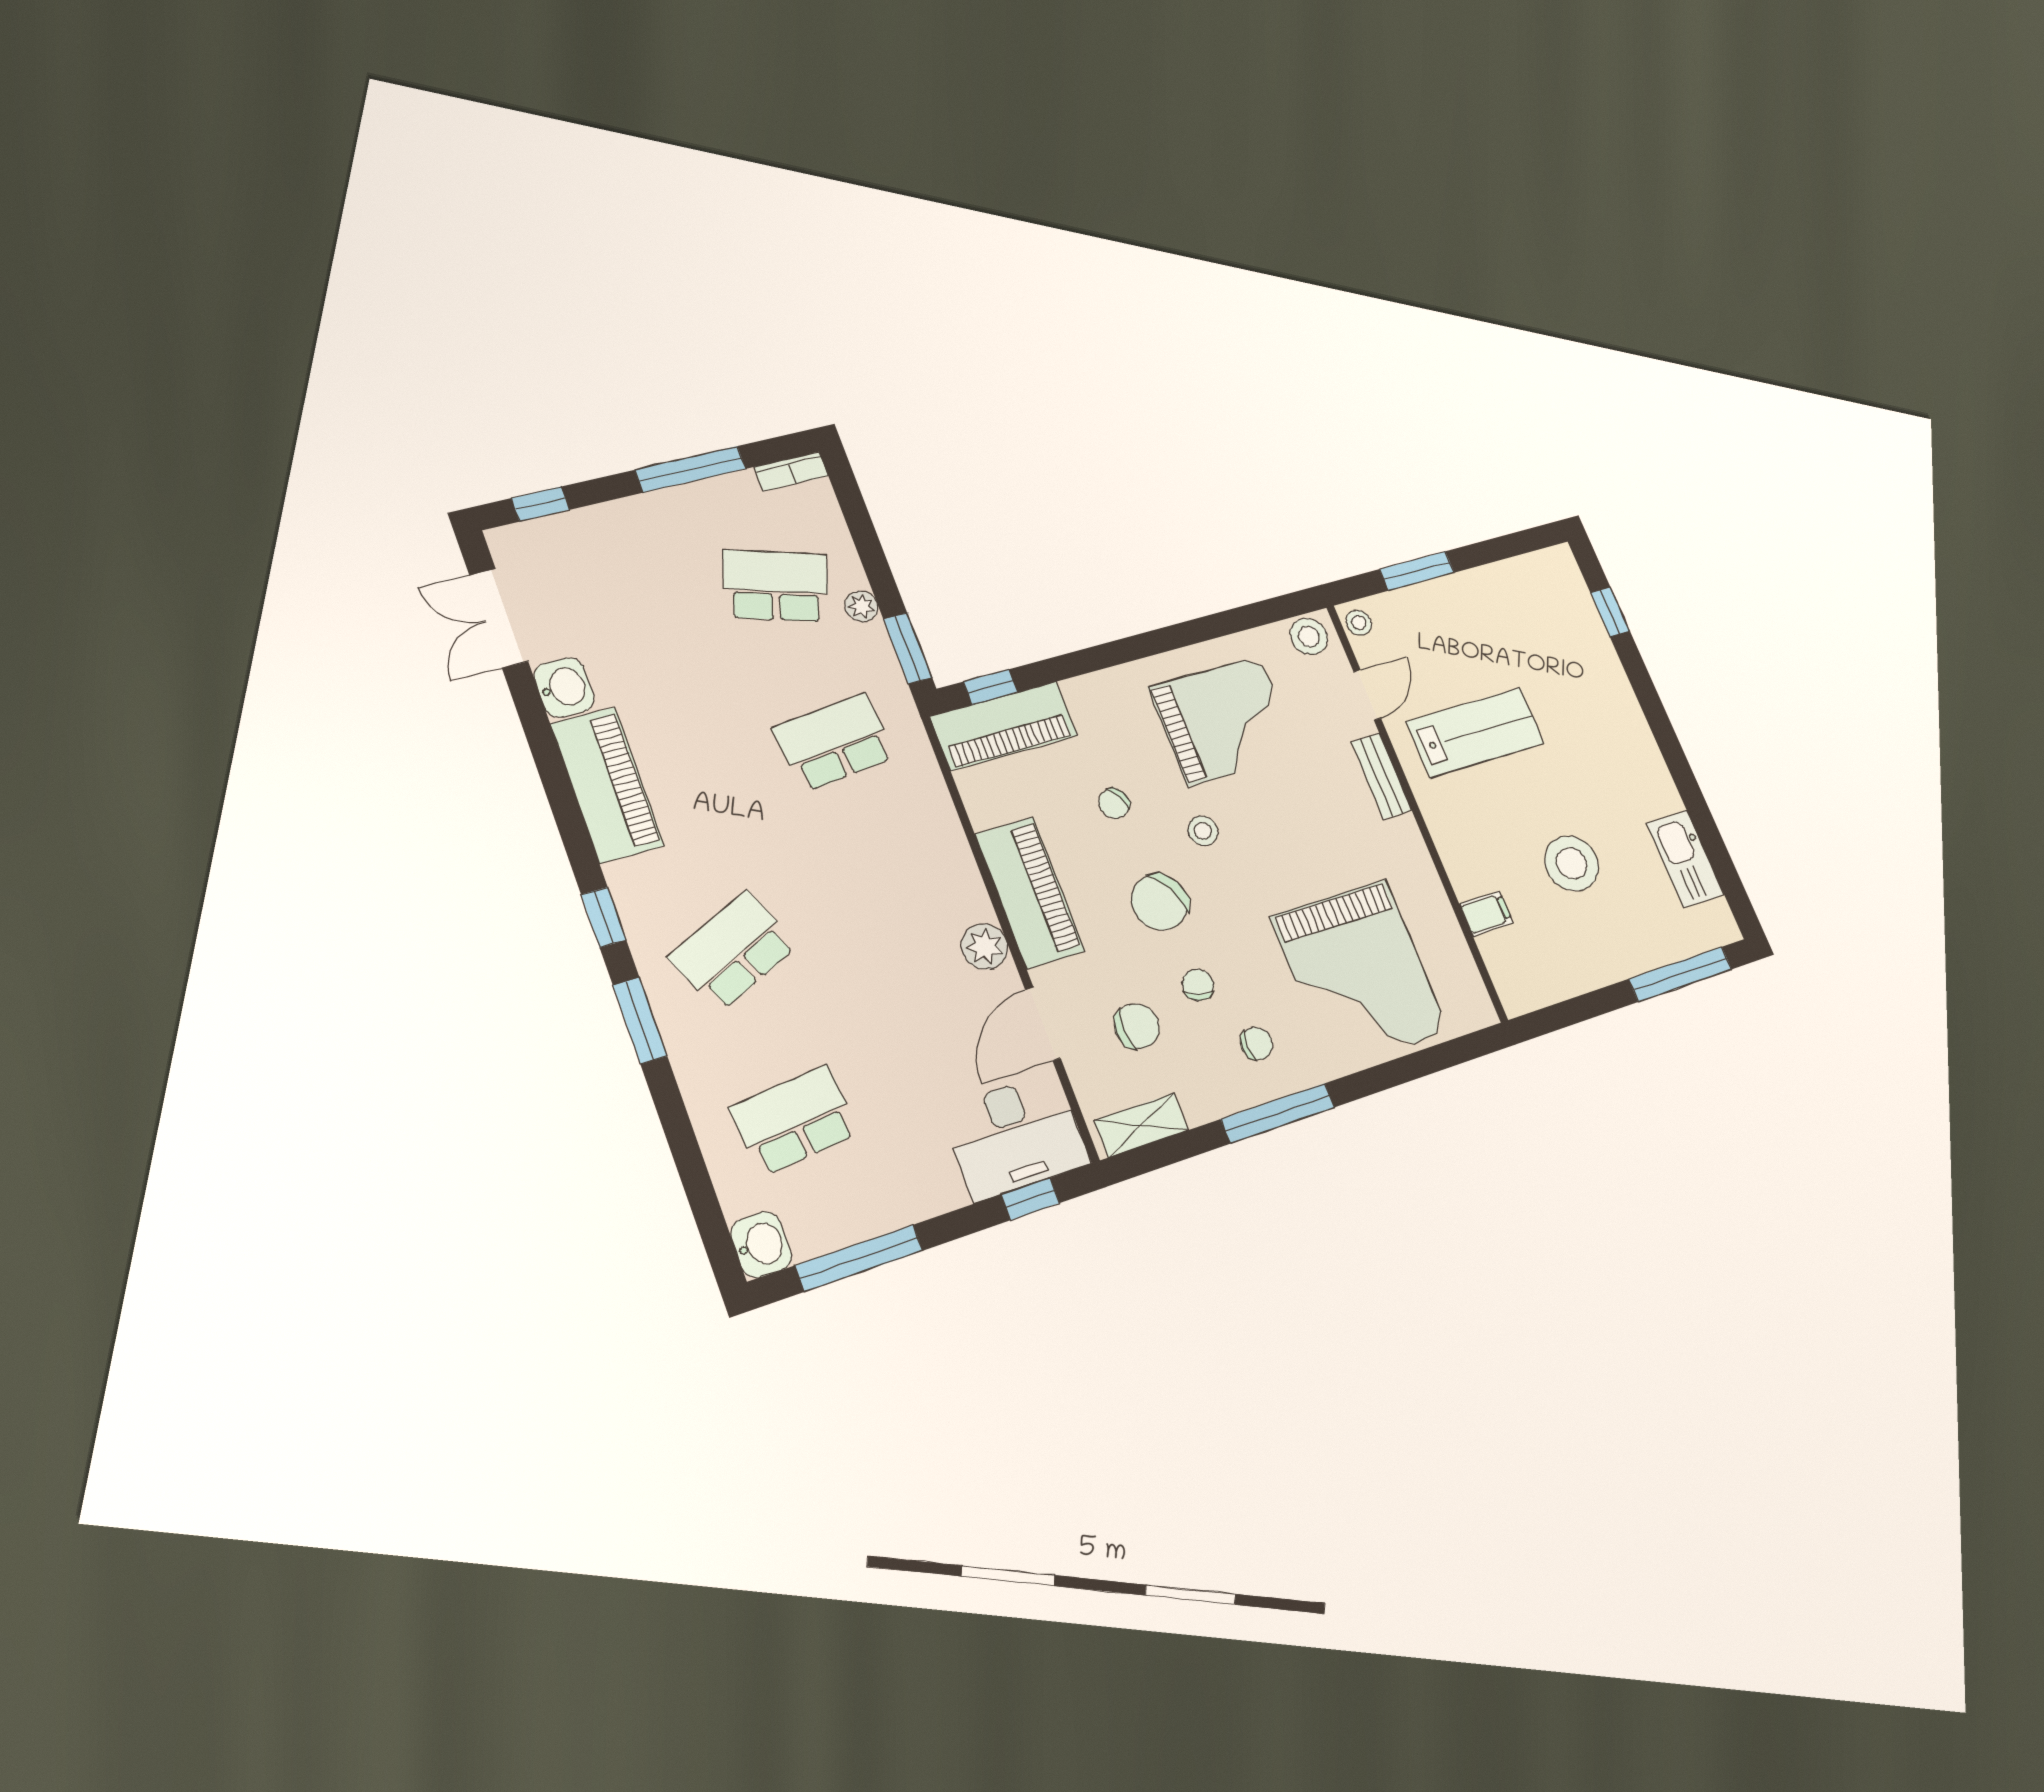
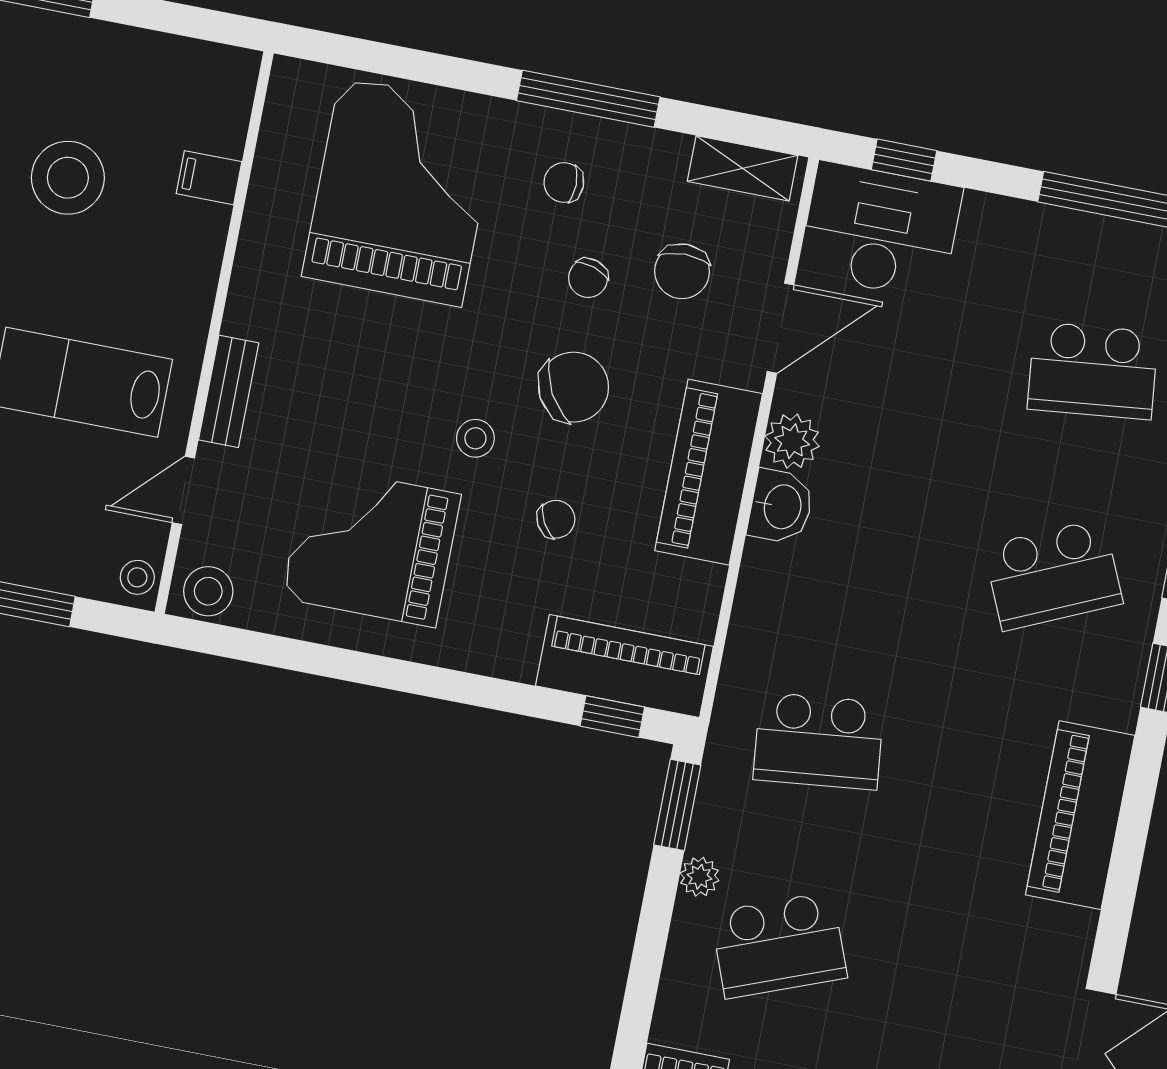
school desk: (776, 586) -> (779, 945), turned -39
washbasin: (564, 687) -> (781, 507), moved, turned 180
chair: (1137, 1026) -> (682, 271), turned -90

